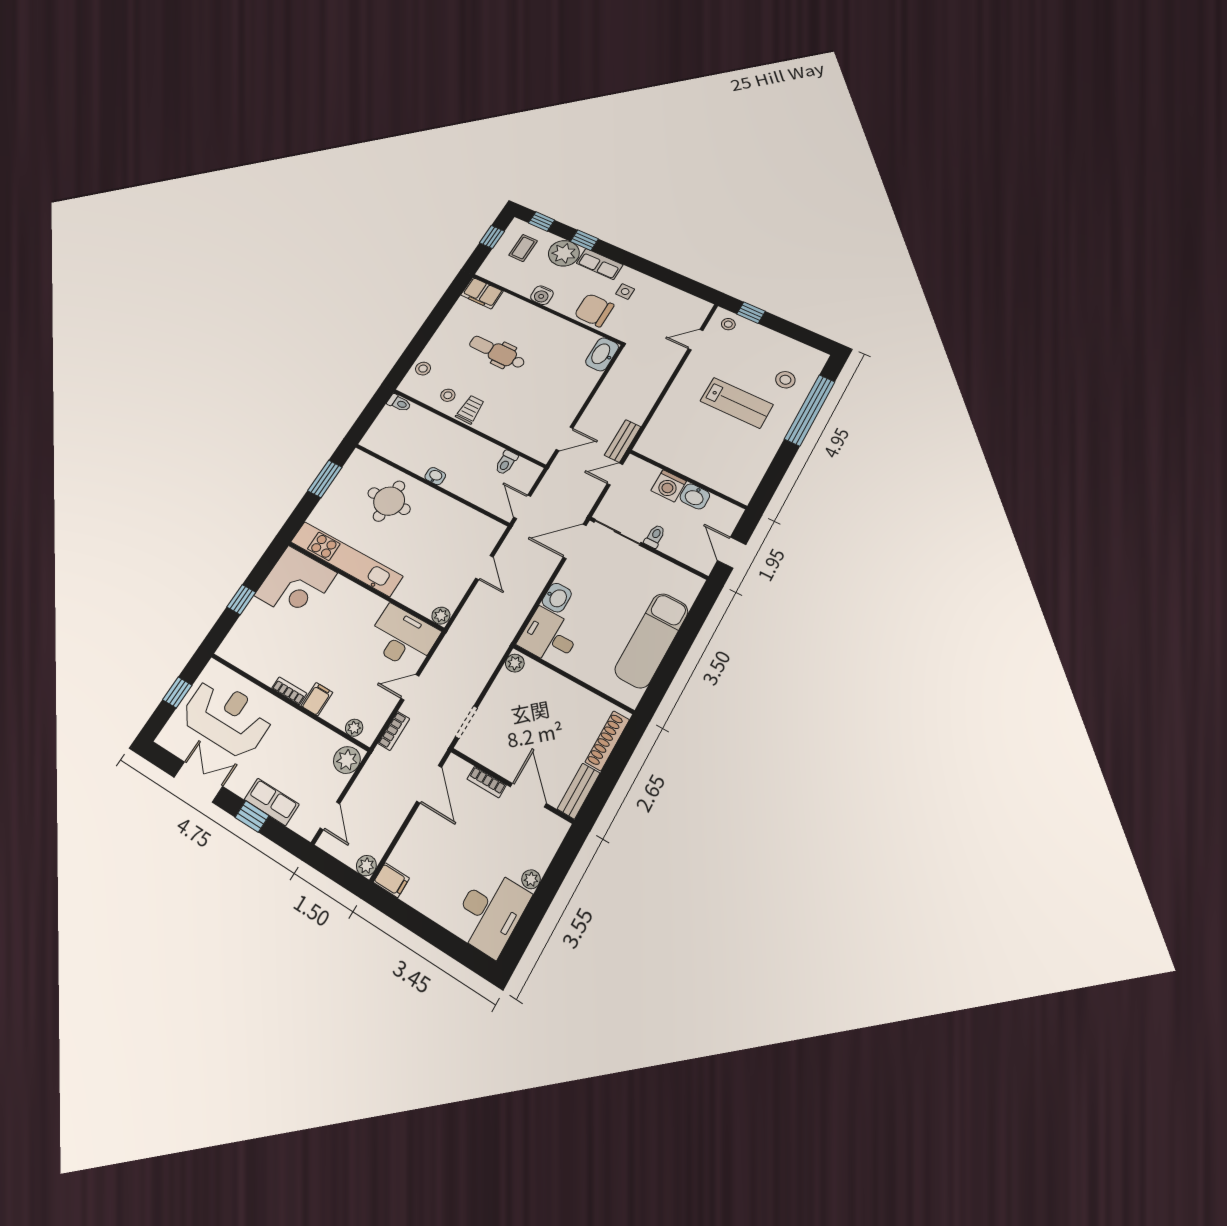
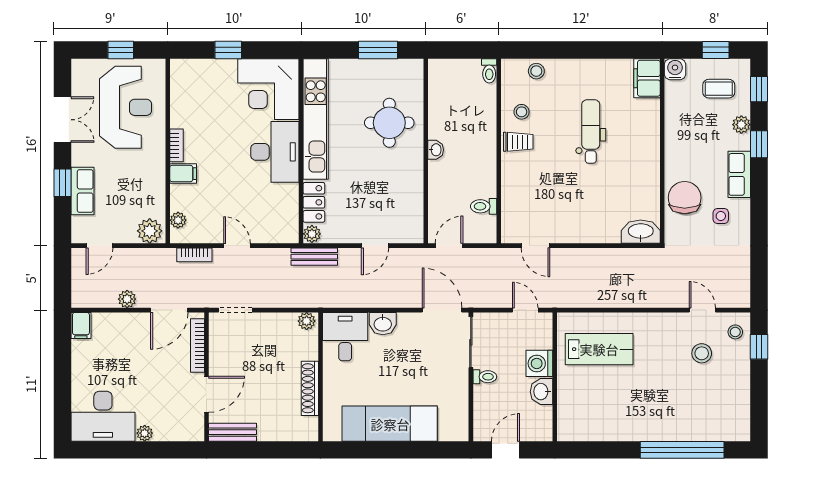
plant: (564, 253) -> (741, 125), width x0.53, depth x0.53
water cooler: (542, 295) -> (675, 69), moved, turned 90
stool: (785, 380) -> (702, 353), moved
lab bench: (737, 403) -> (599, 349), moved, turned -90
bench: (623, 441) -> (314, 257), moved
locker: (415, 599) -> (314, 202), added
desk: (403, 637) -> (275, 152), moved
shoe rack: (607, 741) -> (310, 388), moved, turned -90
bookcase: (487, 782) -> (197, 346), width x1.56
plant: (366, 866) -> (127, 299), moved

